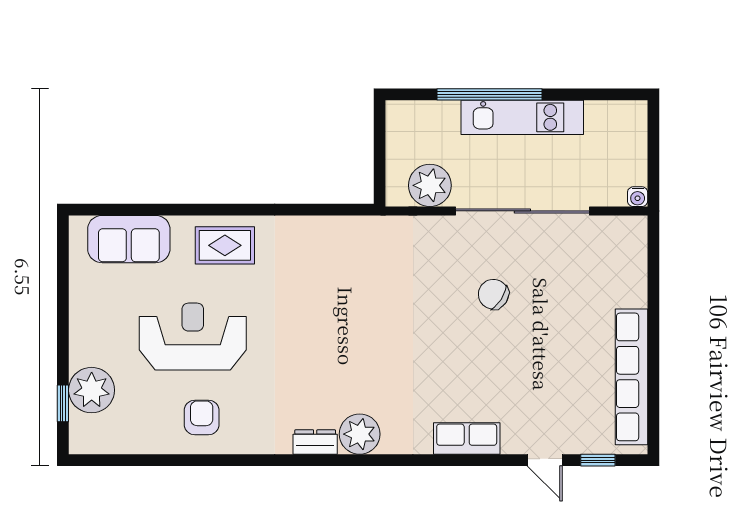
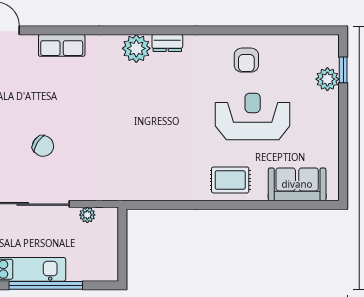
plant: (430, 185) -> (87, 215), width x0.53, depth x0.53
reception desk: (193, 336) -> (253, 117), turned 180
plant: (92, 390) -> (327, 79), width x0.73, depth x0.73

